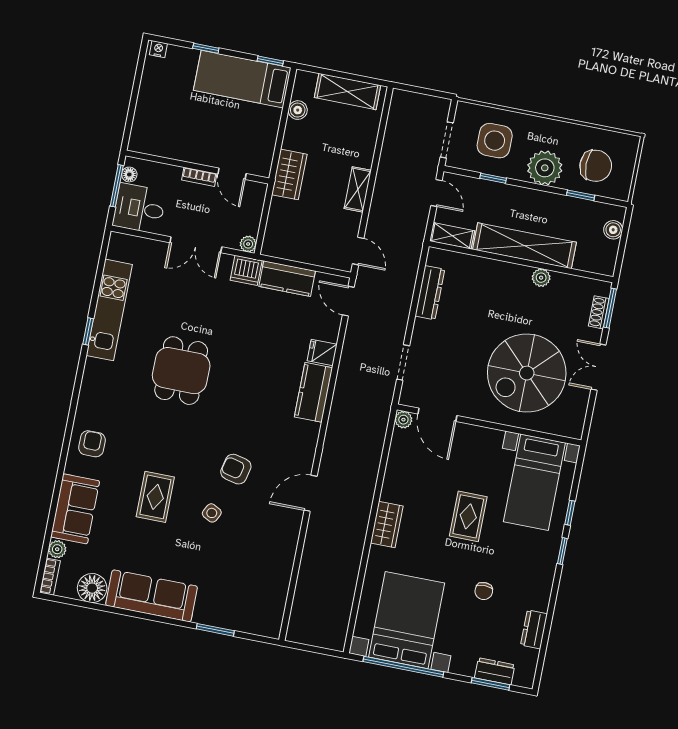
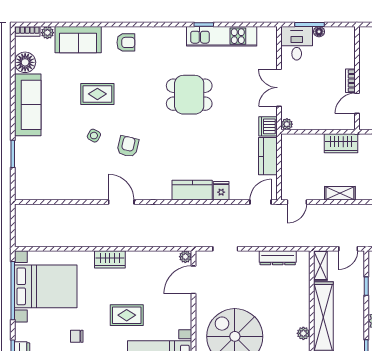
wall: (197, 167) -> (357, 78), moved
door: (232, 174) -> (357, 103), moved
bookcase: (199, 177) -> (350, 81), moved

